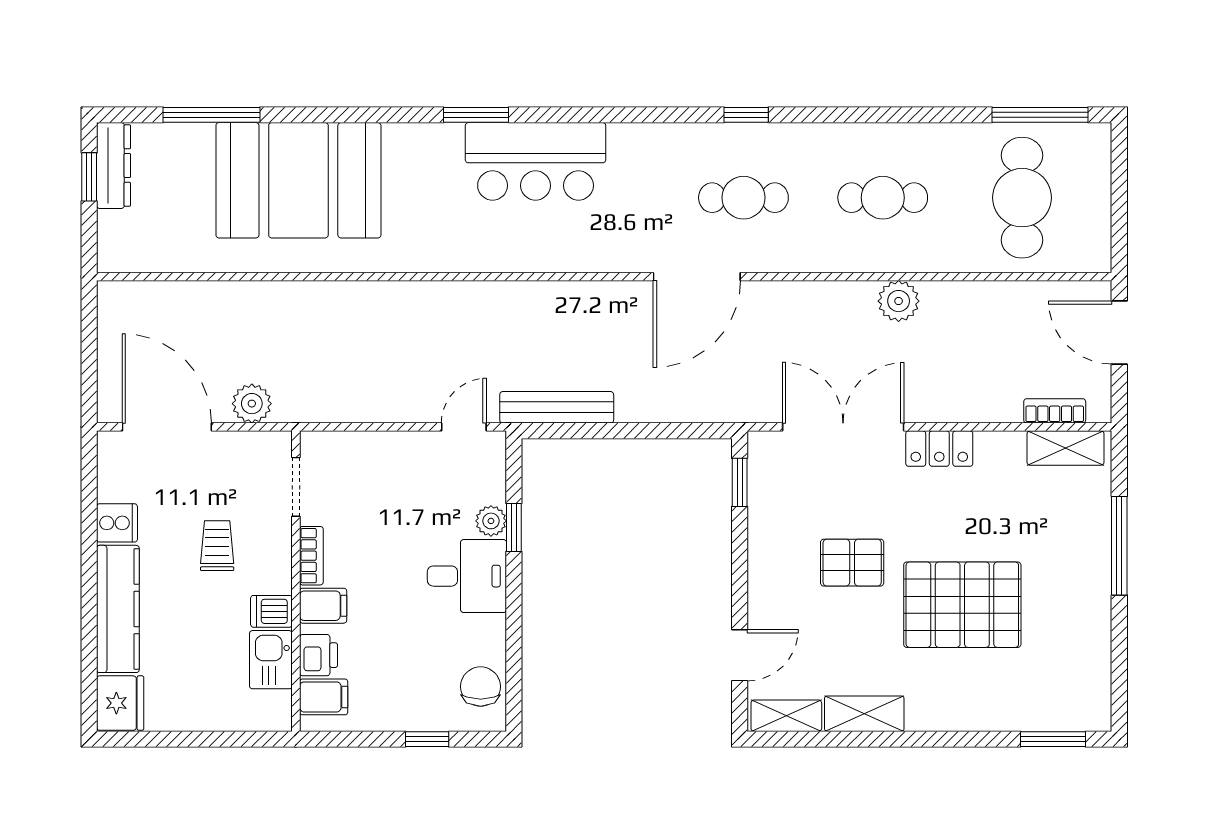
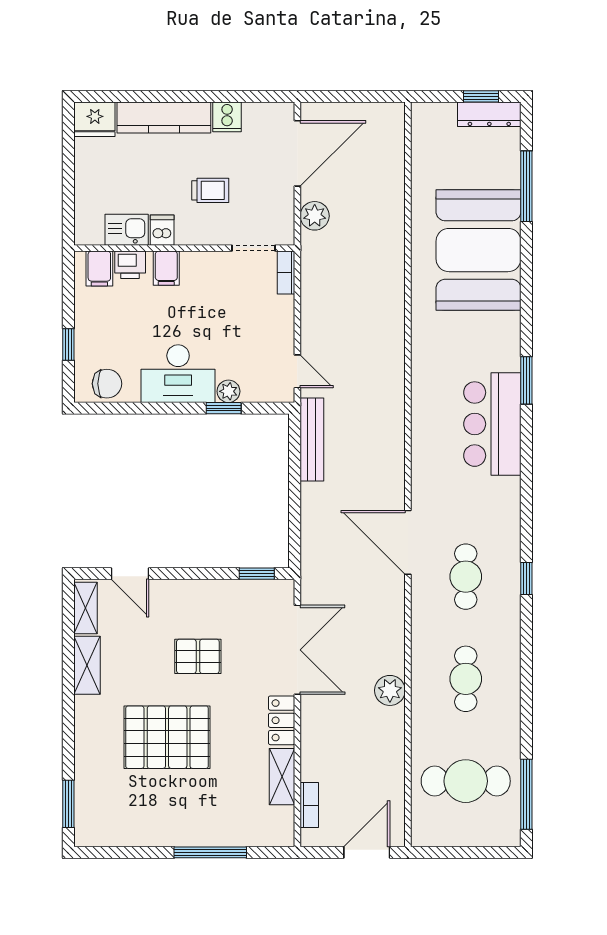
shelving: (1065, 448) -> (282, 777), moved
bookcase: (311, 556) -> (286, 272), moved, turned 90
pallet: (852, 563) -> (198, 656), turned 90
desk: (467, 576) -> (178, 374), width x1.37
pallet: (962, 605) -> (167, 737), turned 90

